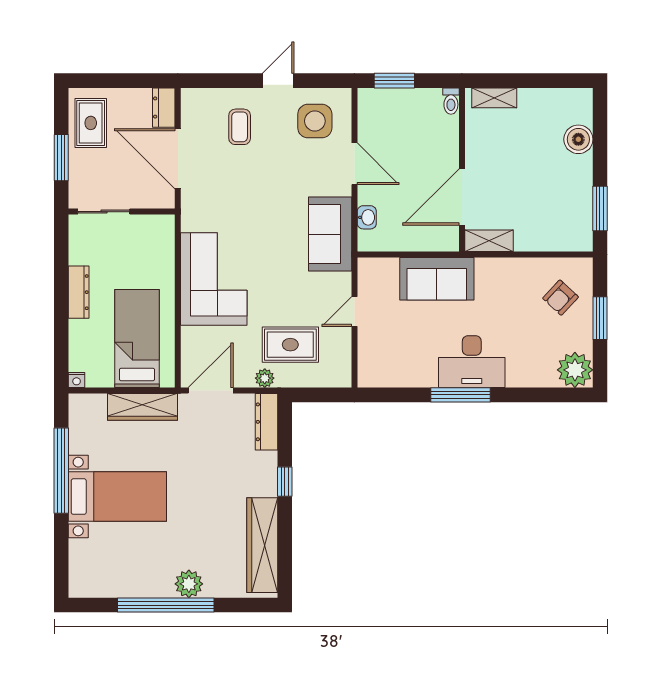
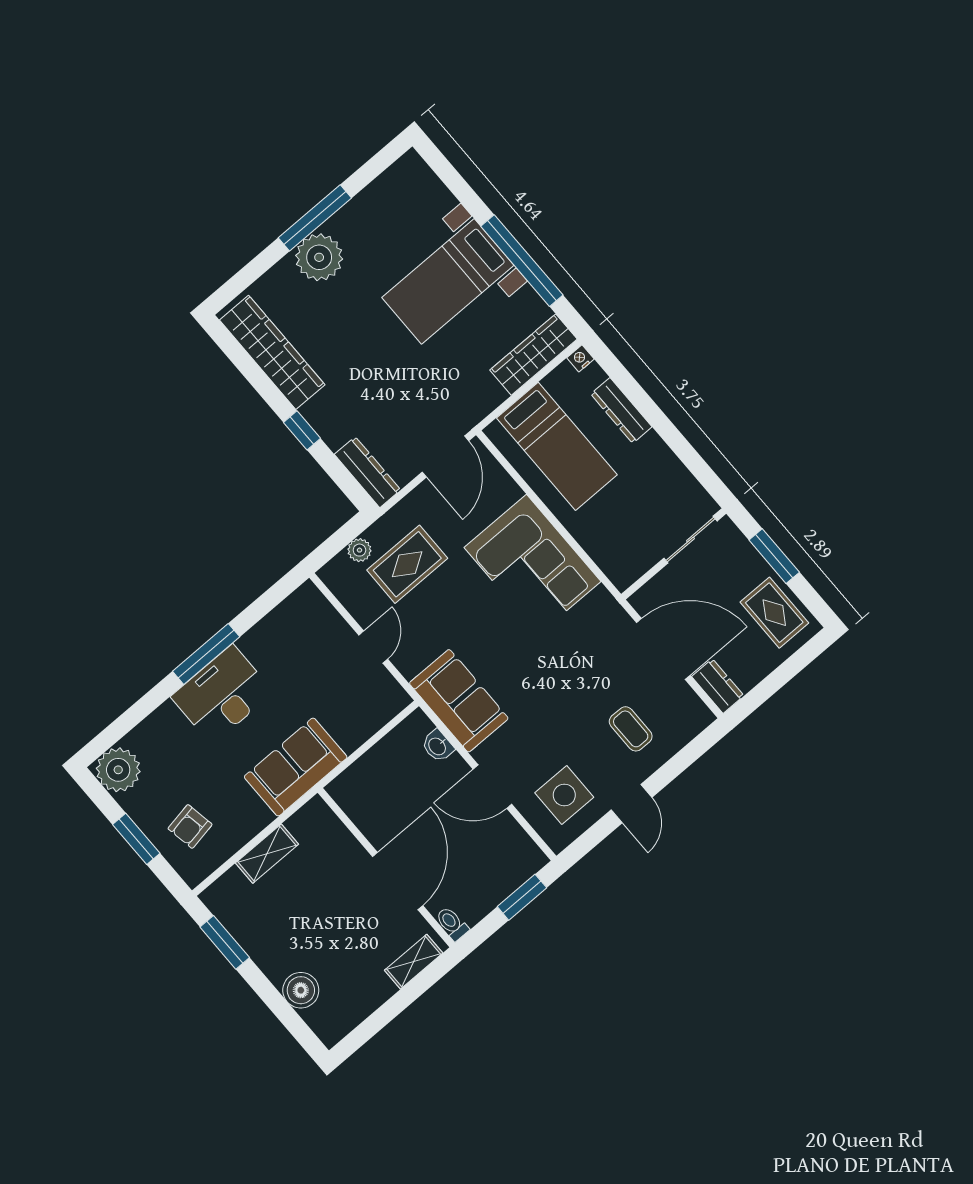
door: (462, 197) -> (398, 881), moved
shelving: (489, 241) -> (267, 854), moved
sofa: (437, 279) -> (296, 767), moved
dresser: (79, 292) -> (621, 410), moved
armchair: (561, 298) -> (190, 826), turned -143
plant: (265, 378) -> (359, 550), moved
wardrobe: (142, 407) -> (534, 355), moved
plant: (189, 584) -> (319, 257), width x1.36, depth x1.36
window: (166, 605) -> (315, 218), width x0.68

